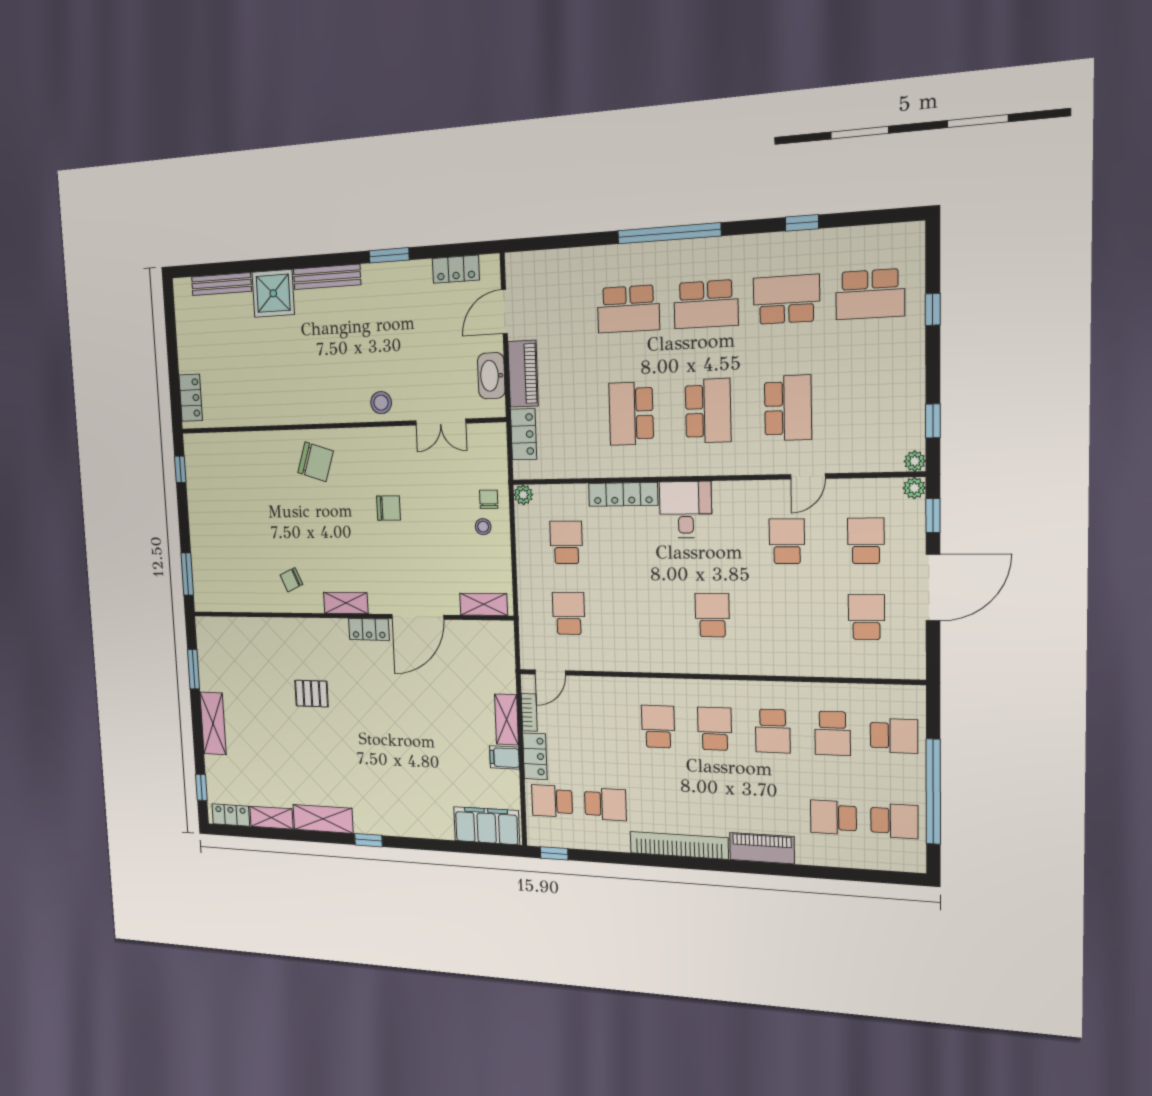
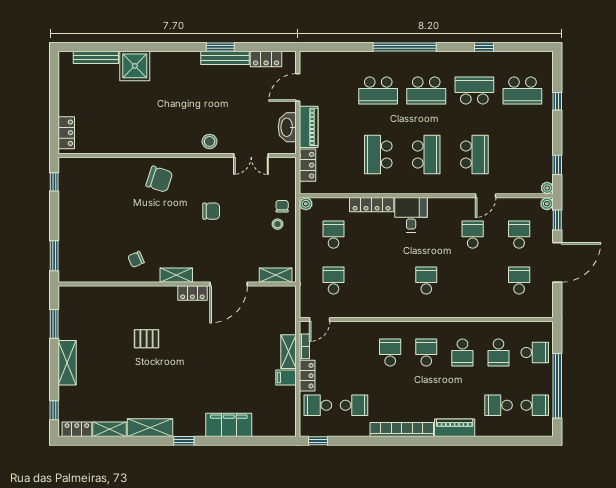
bench: (327, 277) -> (225, 58), moved
filing cabinet: (487, 826) -> (229, 425), moved

